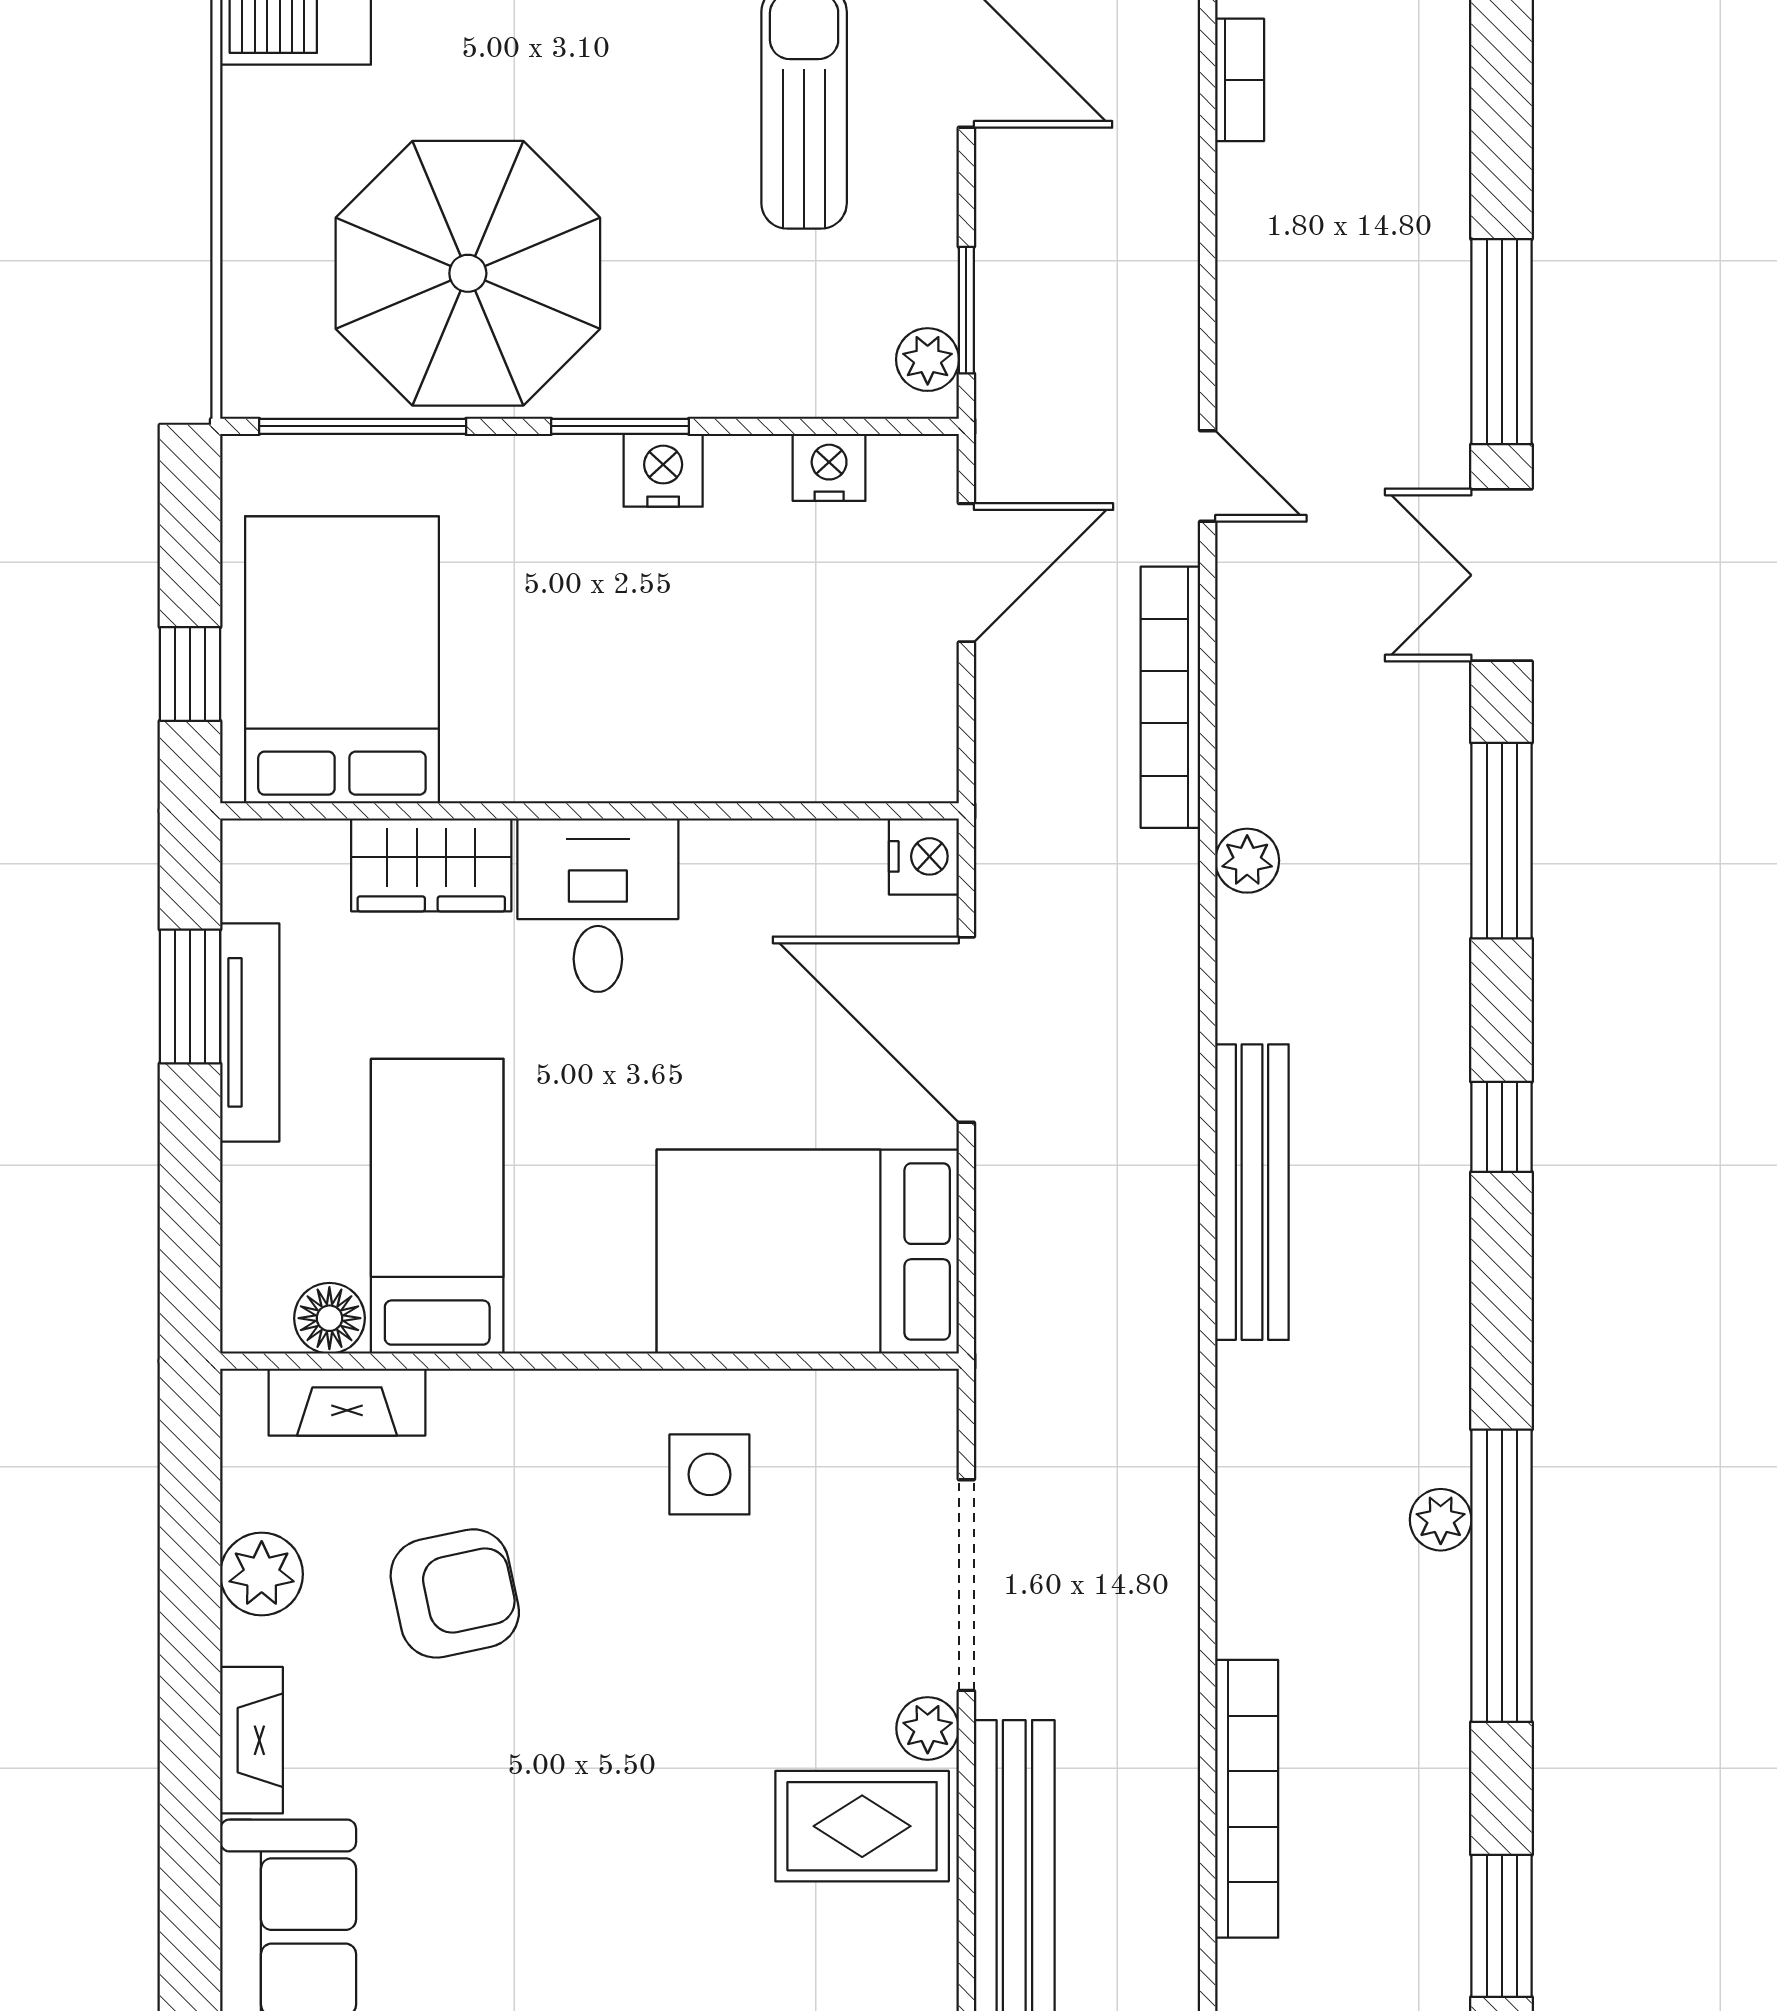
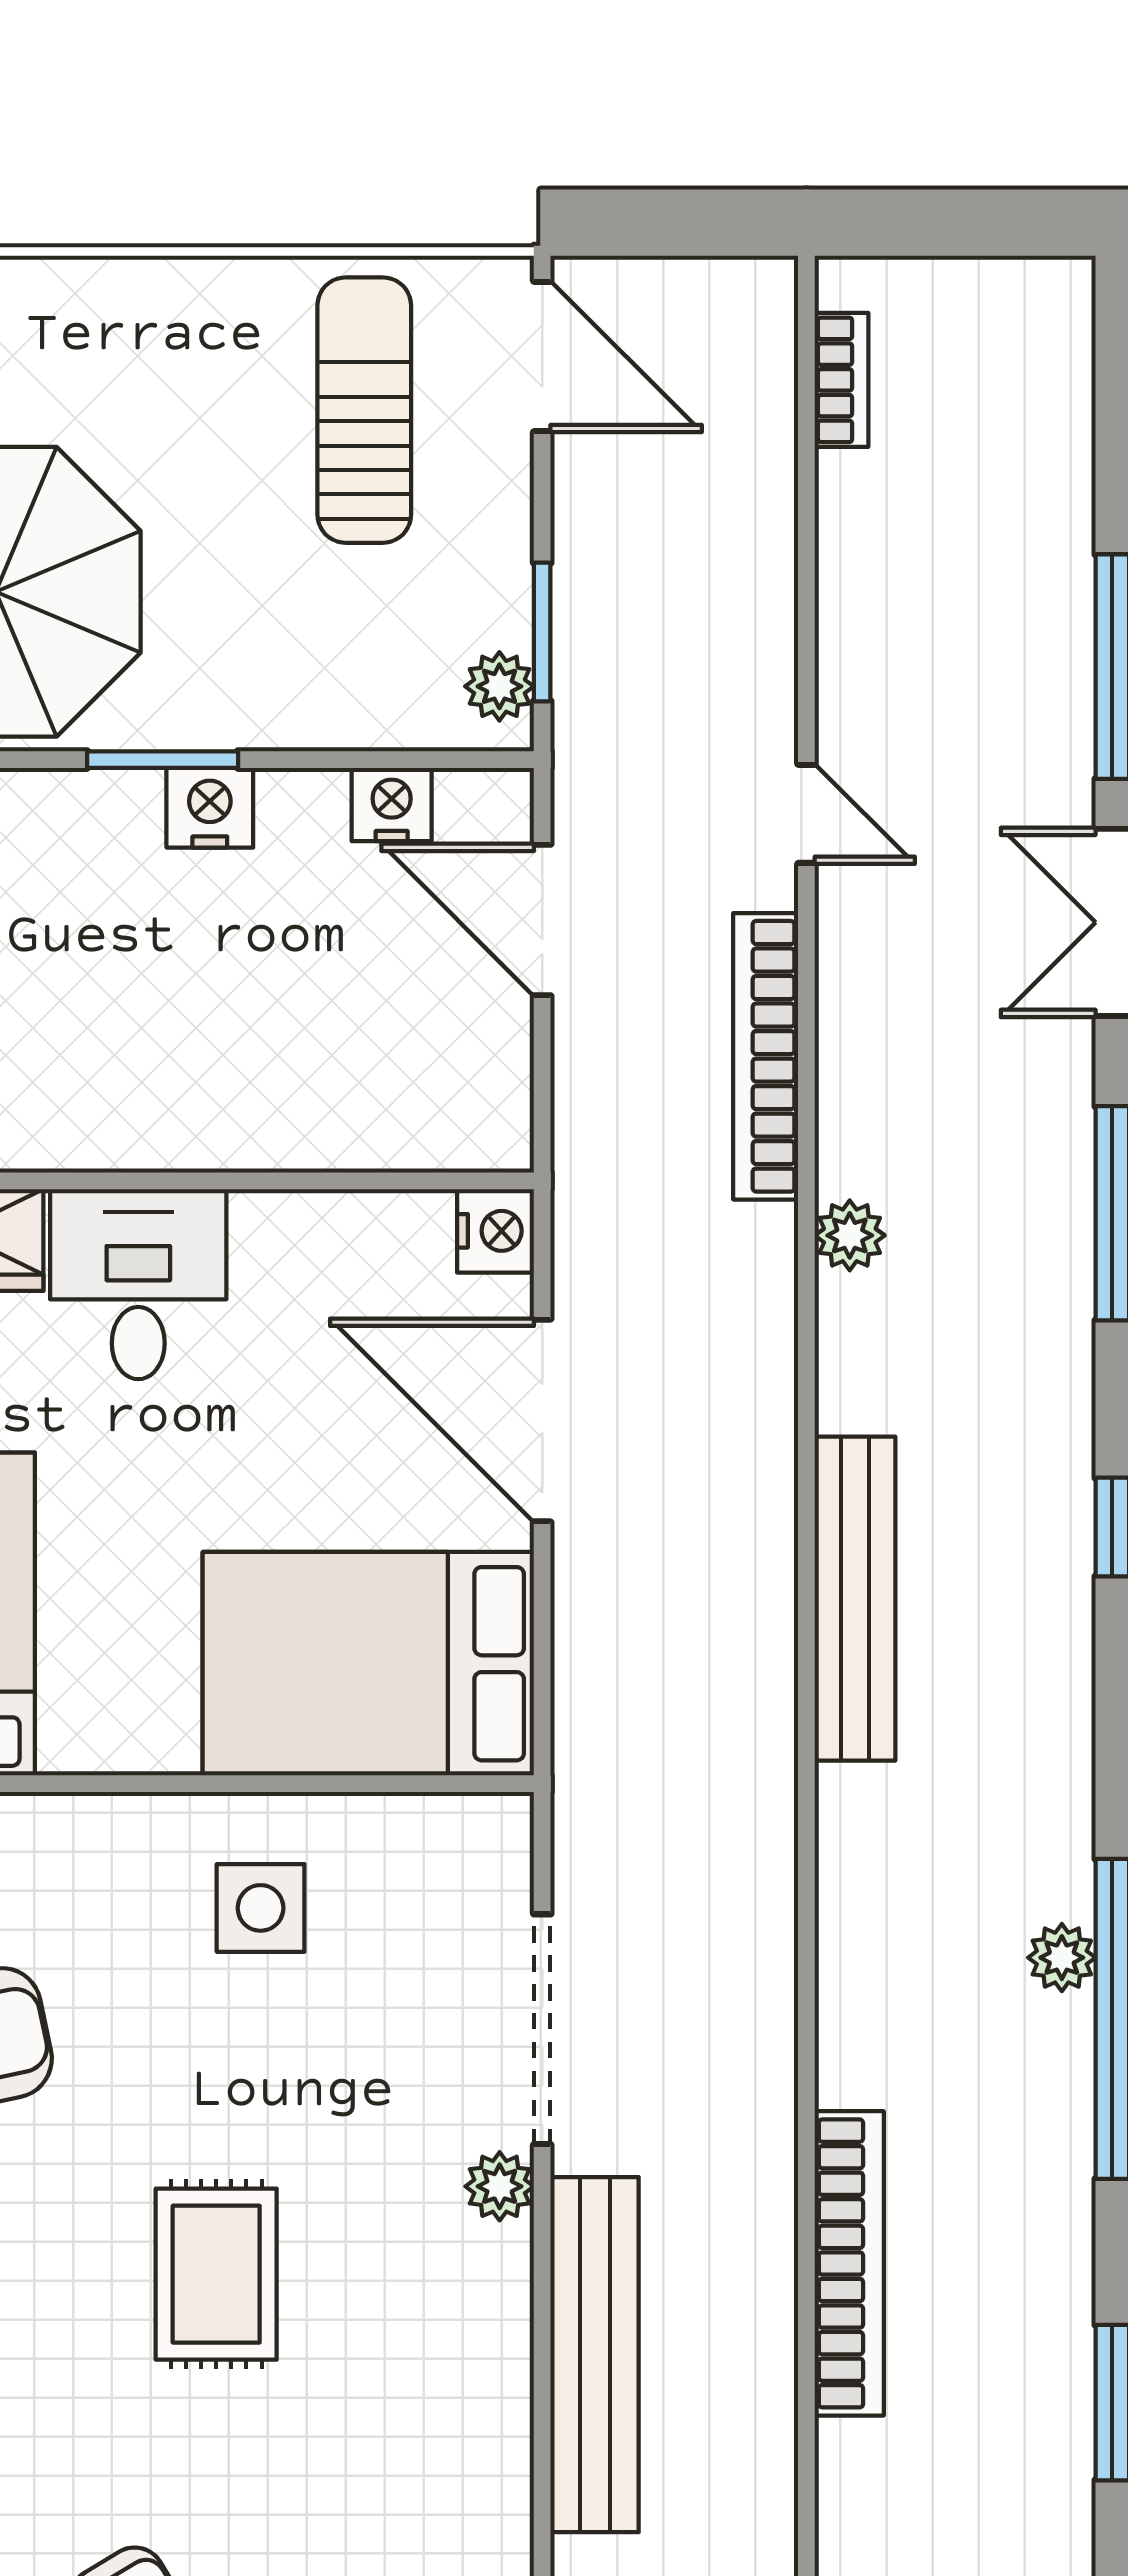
door: (966, 573) -> (542, 920), swing flipped
rug: (862, 1826) -> (216, 2274), moved, turned 90

